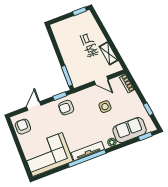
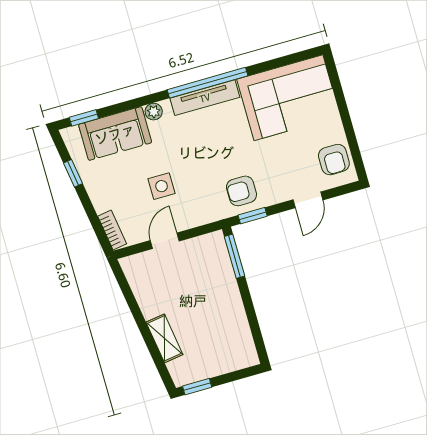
shelving: (109, 53) -> (164, 338), moved
door: (101, 80) -> (165, 241), hinge flipped
armchair: (66, 108) -> (241, 191), turned 180

